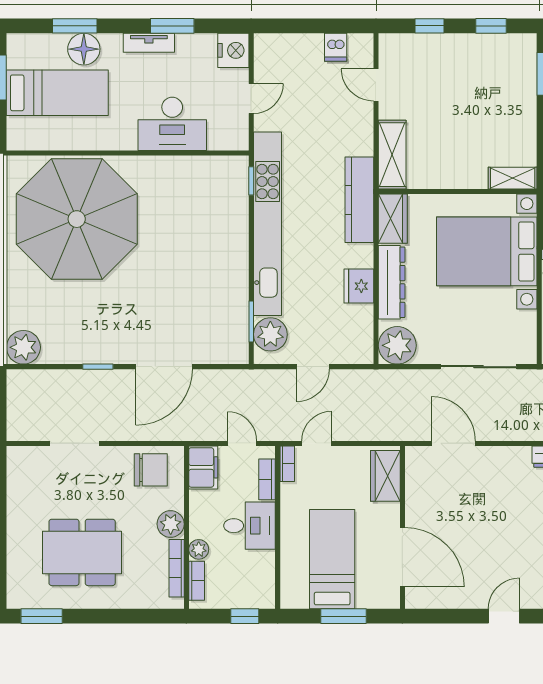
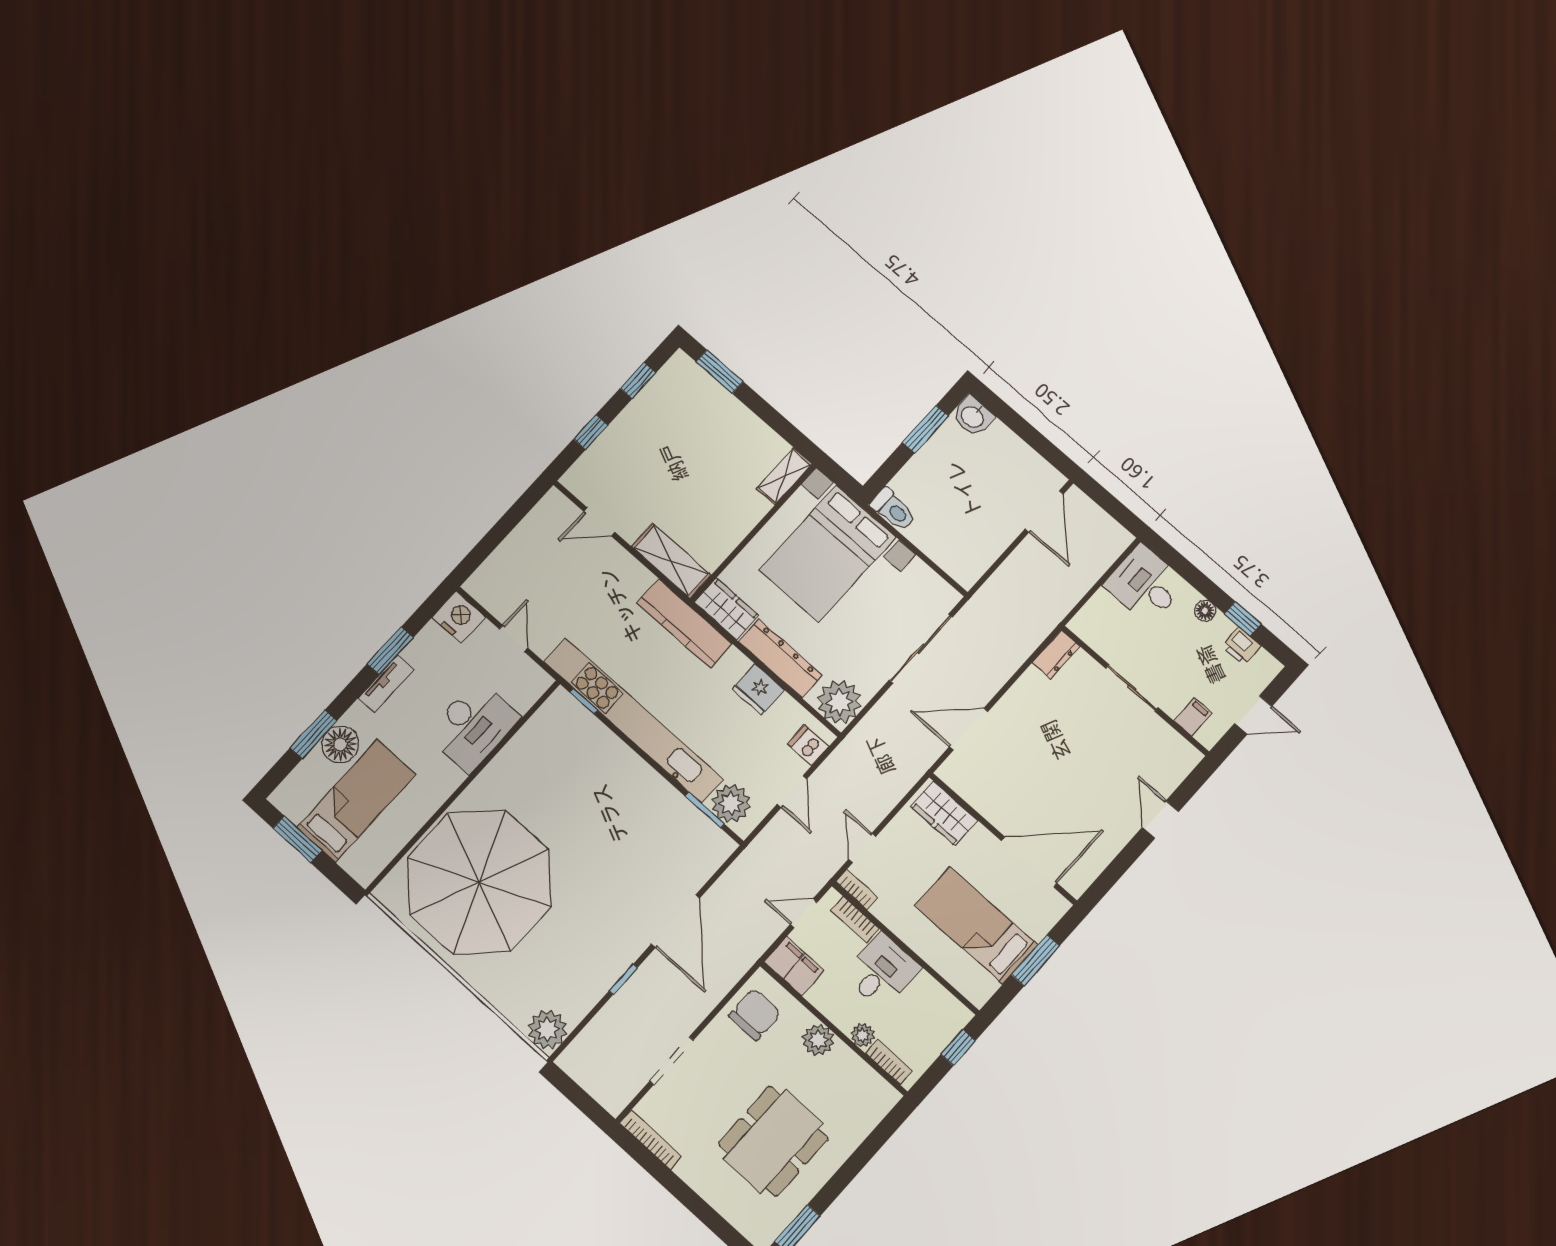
dishwasher: (336, 47) -> (808, 745), moved, turned 180
bookcase: (177, 568) -> (651, 1140), moved, turned 180

